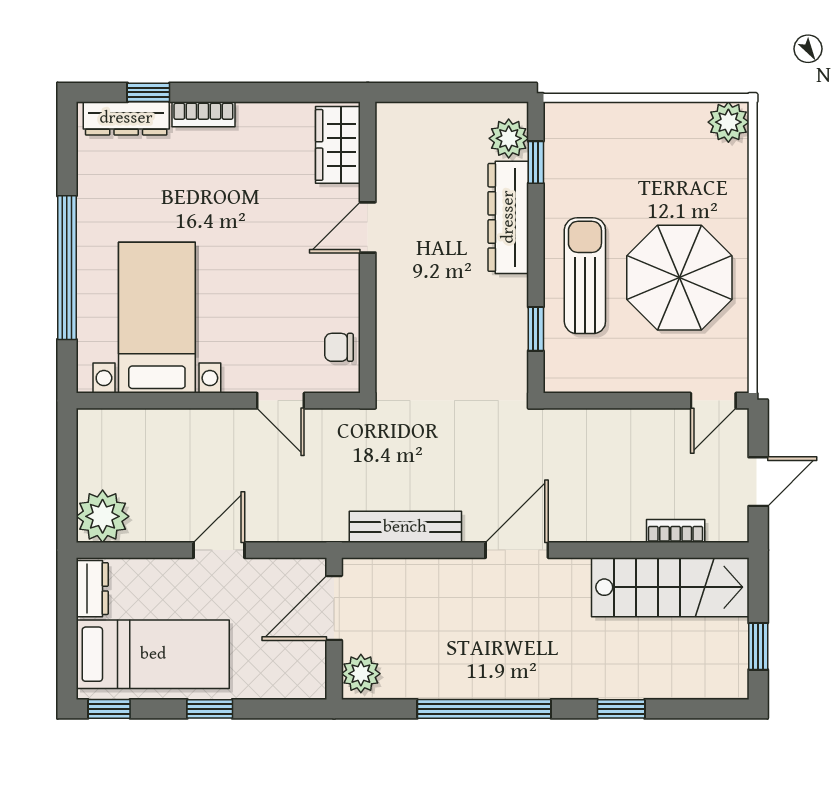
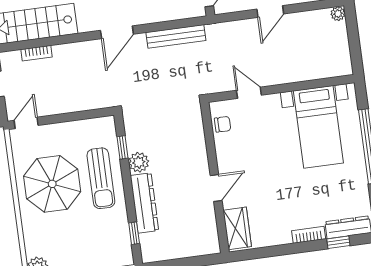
plant: (509, 138) -> (139, 162), moved
plant: (103, 516) -> (338, 14), width x0.53, depth x0.53

